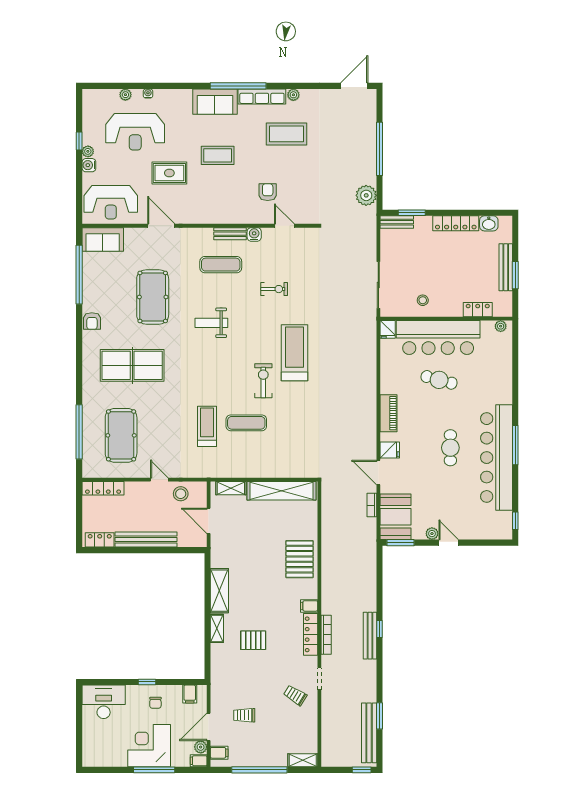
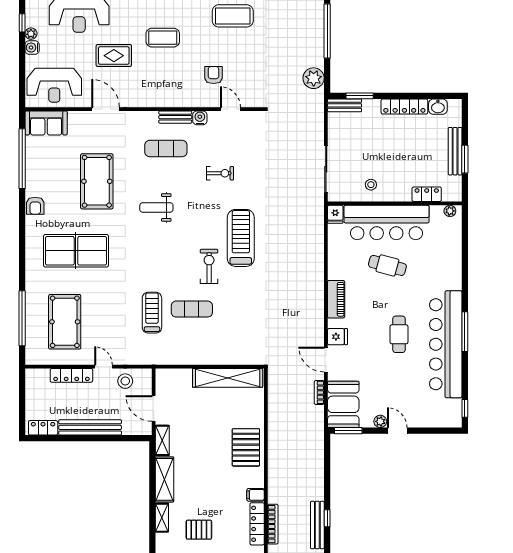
locker: (103, 488) -> (71, 375), moved
shelving: (231, 488) -> (162, 440), moved, turned 90

